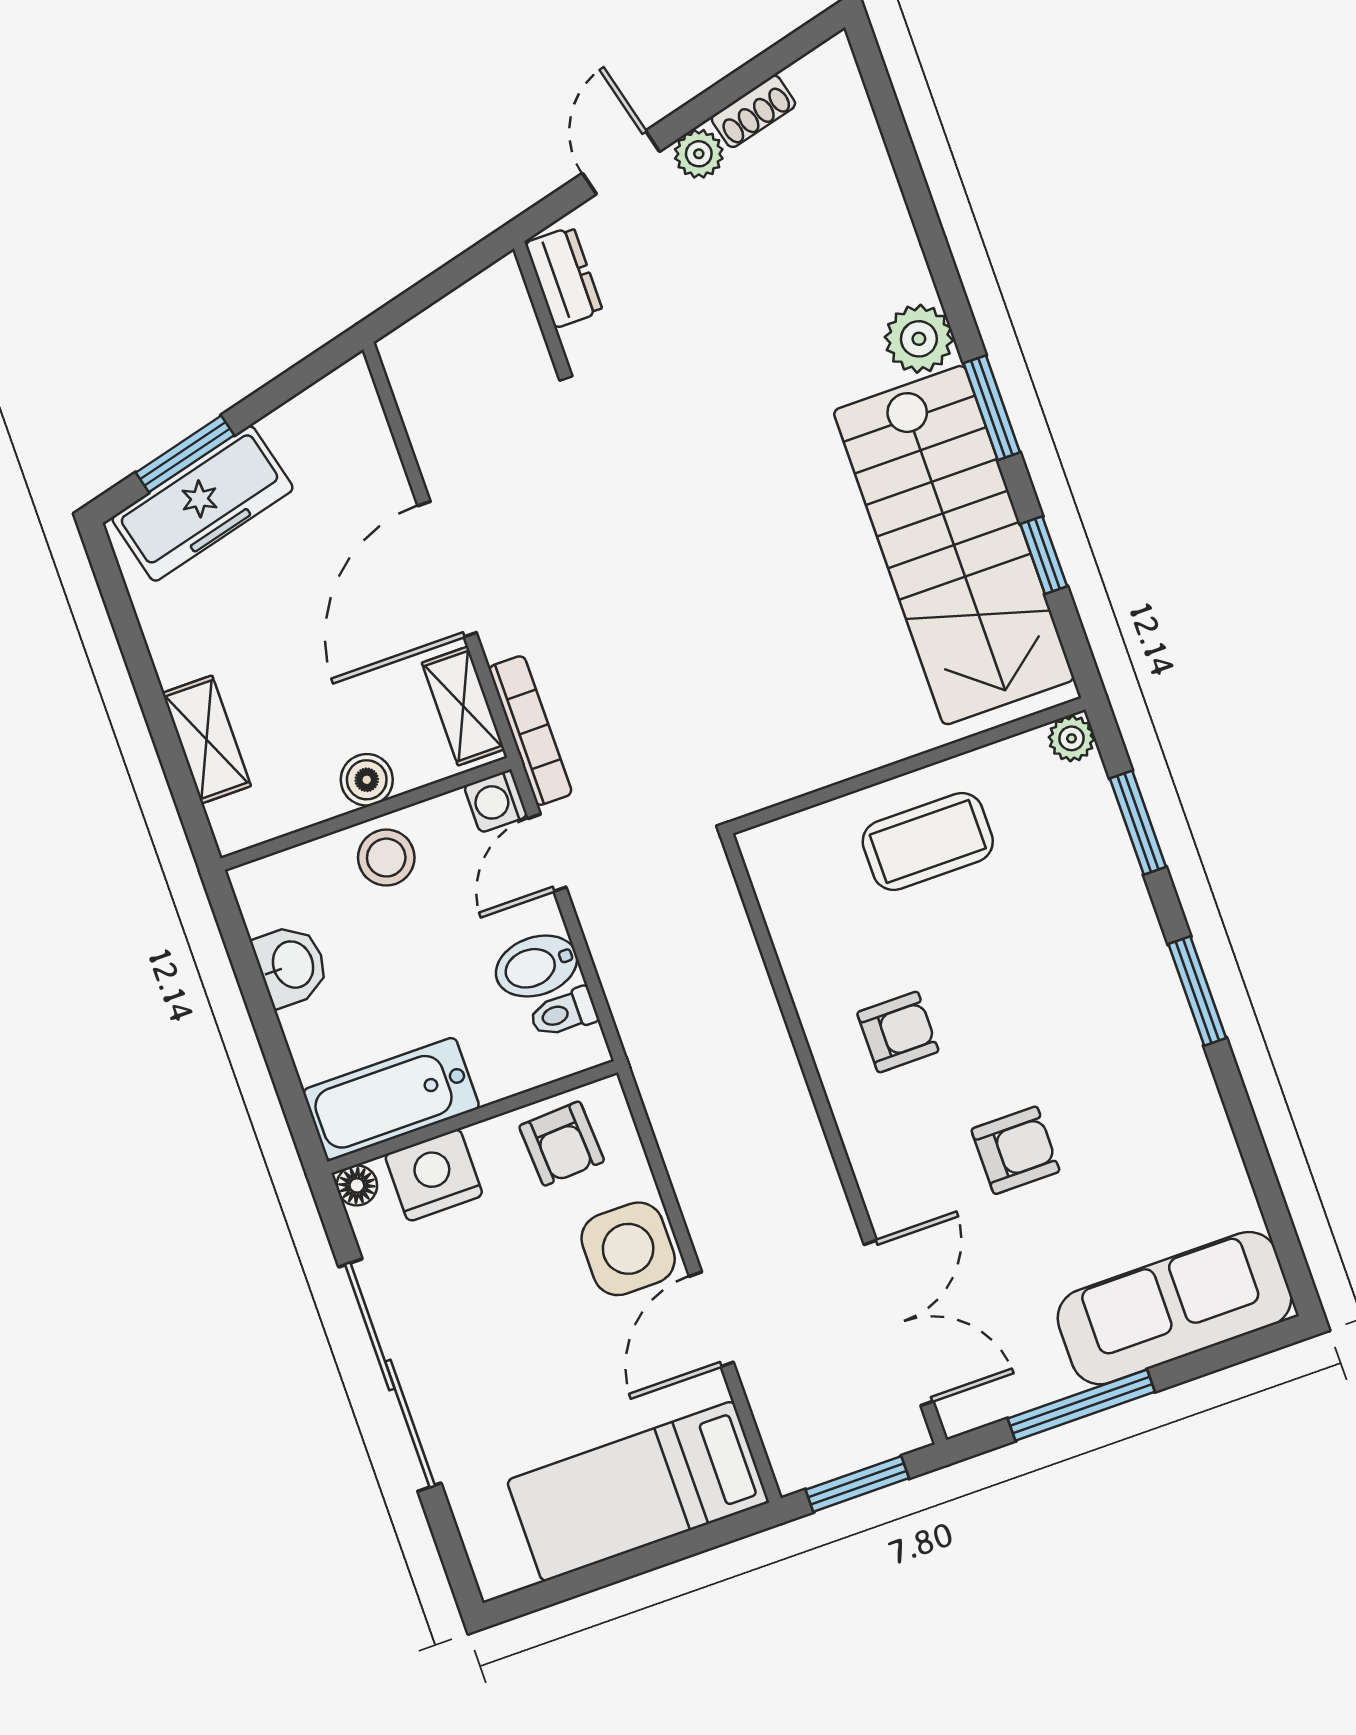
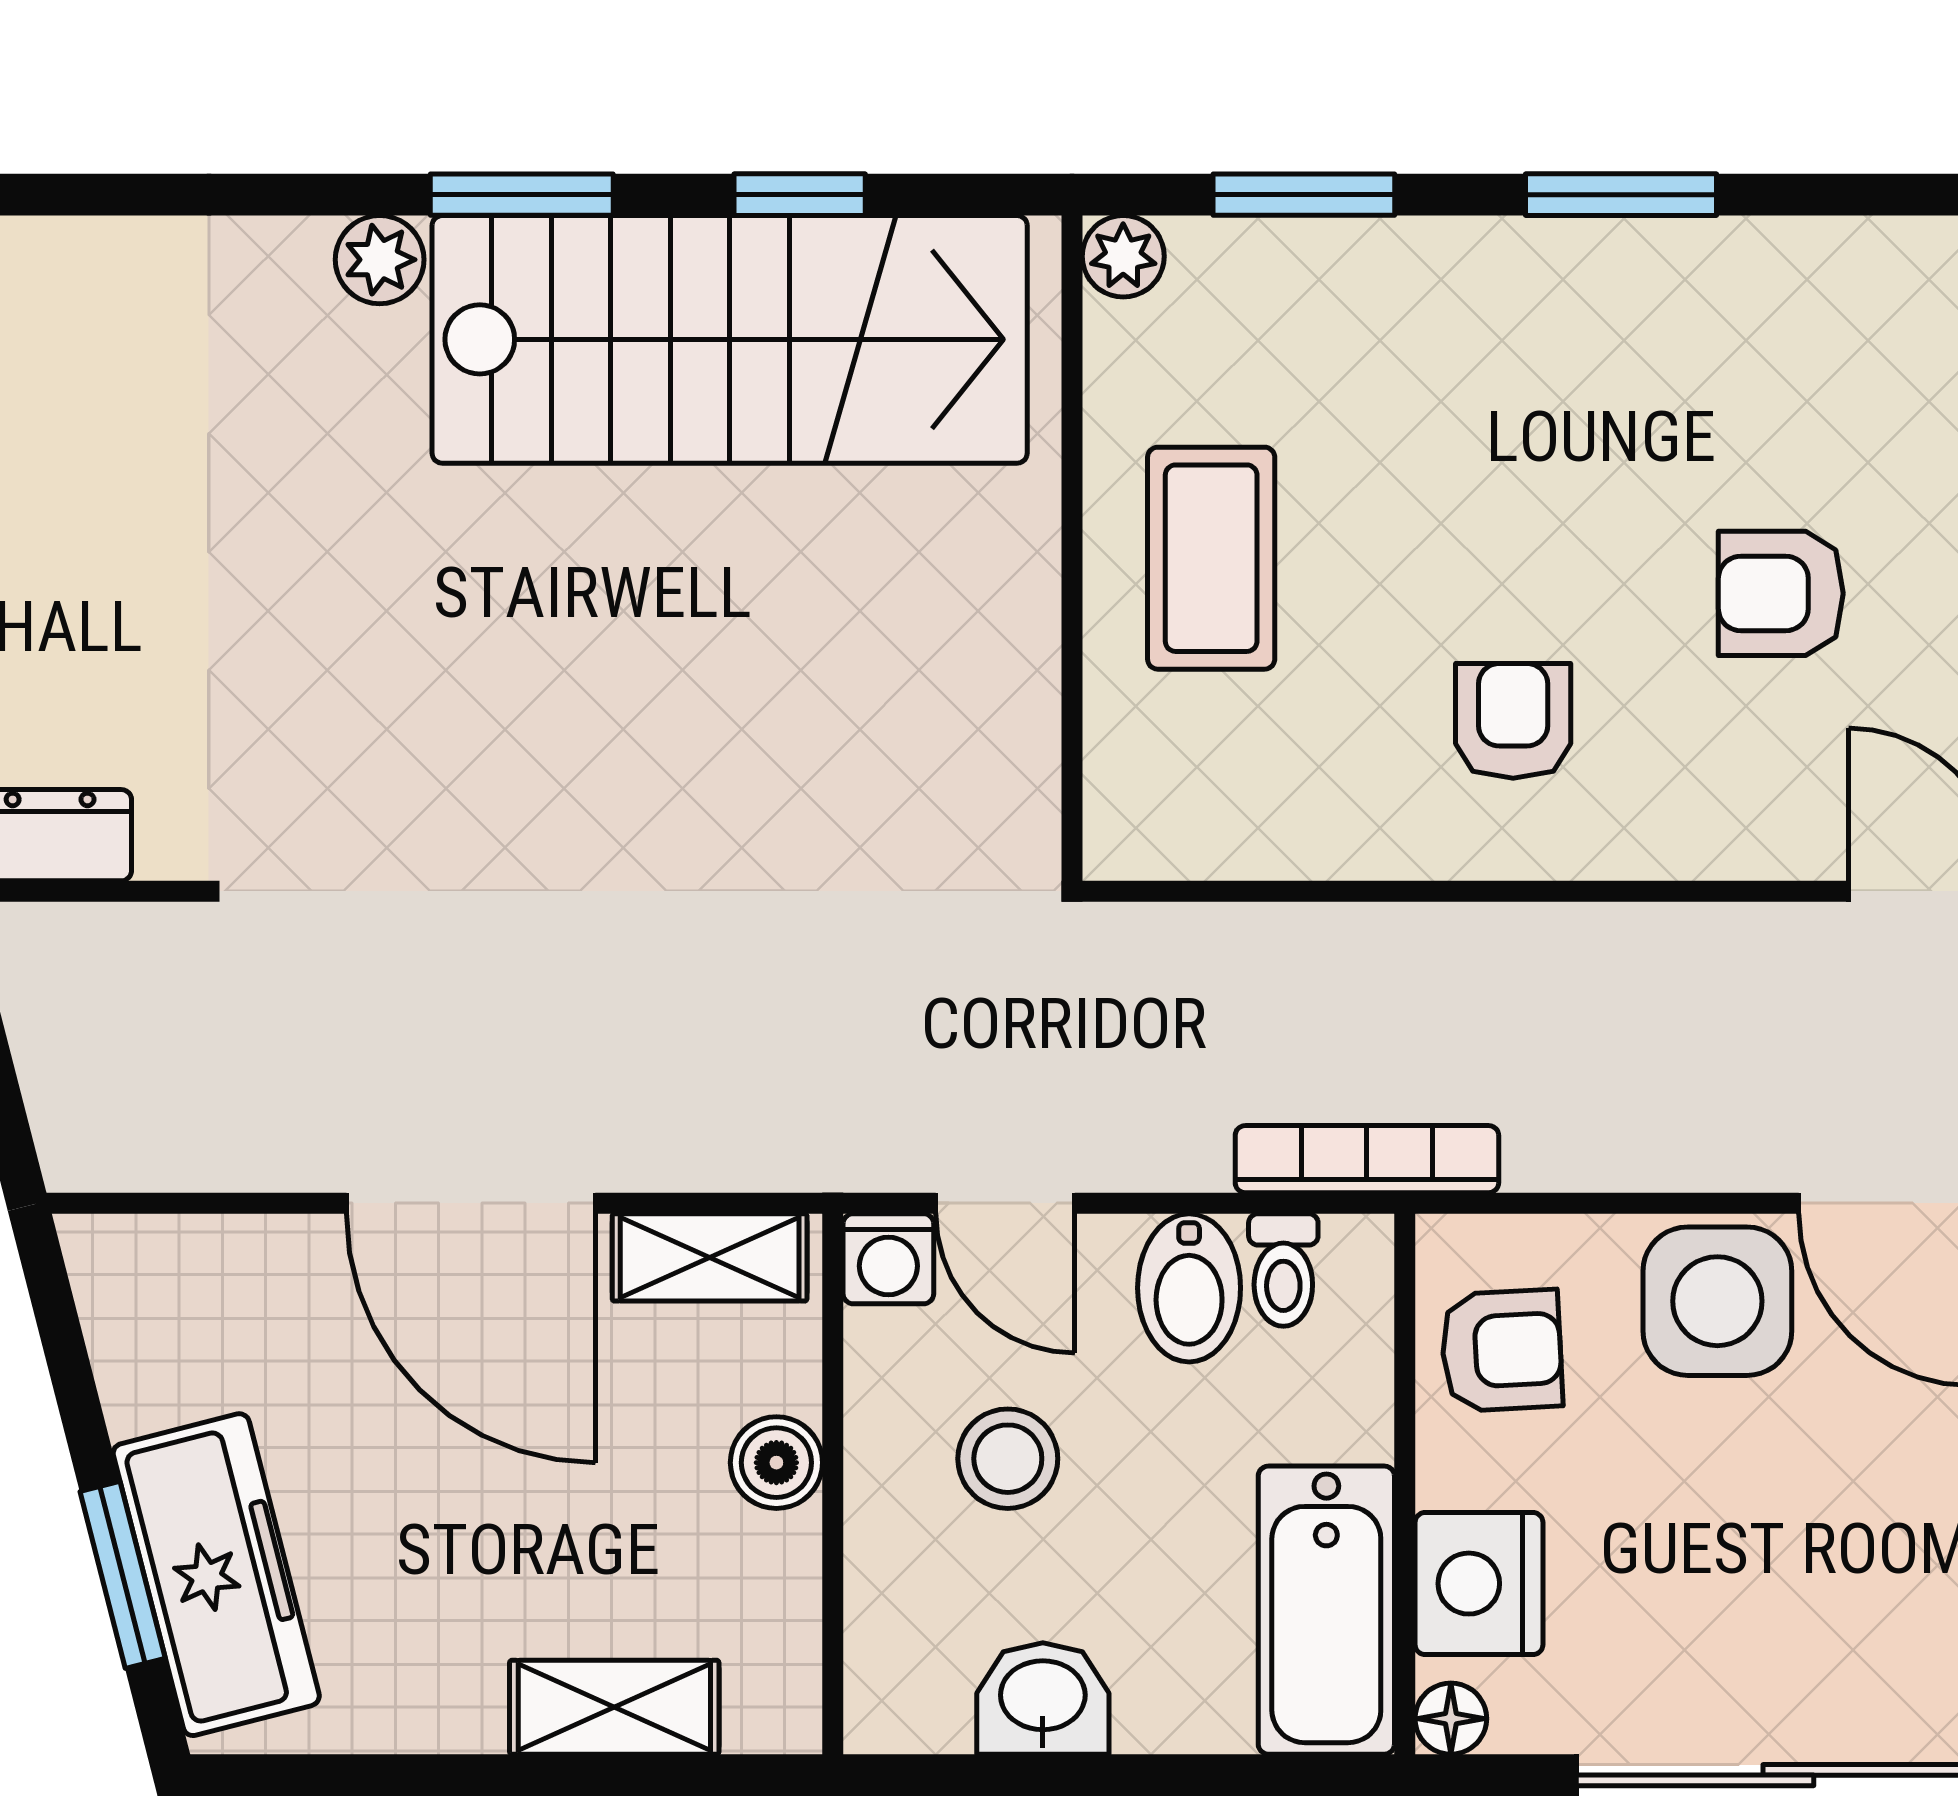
plant: (919, 339) -> (380, 260), width x0.73, depth x0.73
bookcase: (530, 731) -> (1367, 1159), moved
stool: (386, 858) -> (1008, 1459), moved
armchair: (1015, 1150) -> (1781, 593), turned -90

